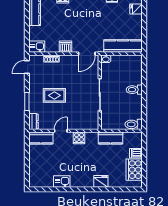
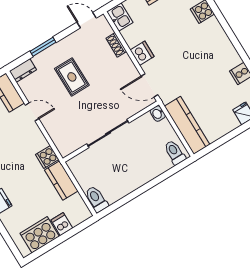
toilet: (134, 90) -> (175, 152), moved
cooker: (79, 138) -> (47, 157), moved

